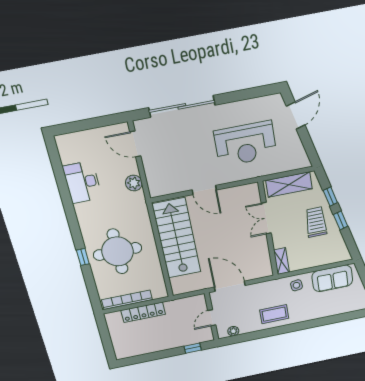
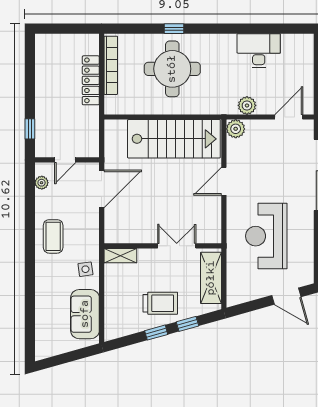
plant: (157, 189) -> (236, 129), added
door: (212, 318) -> (65, 160), swing flipped

